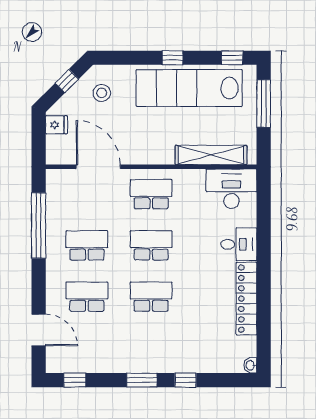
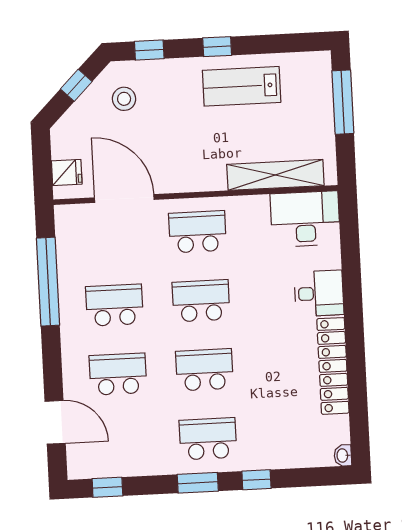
window: (232, 58) -> (149, 50), moved
lab bench: (189, 88) -> (242, 86), width x0.54, depth x0.72
fridge: (56, 125) -> (67, 172), moved
school desk: (151, 348) -> (208, 439), added

